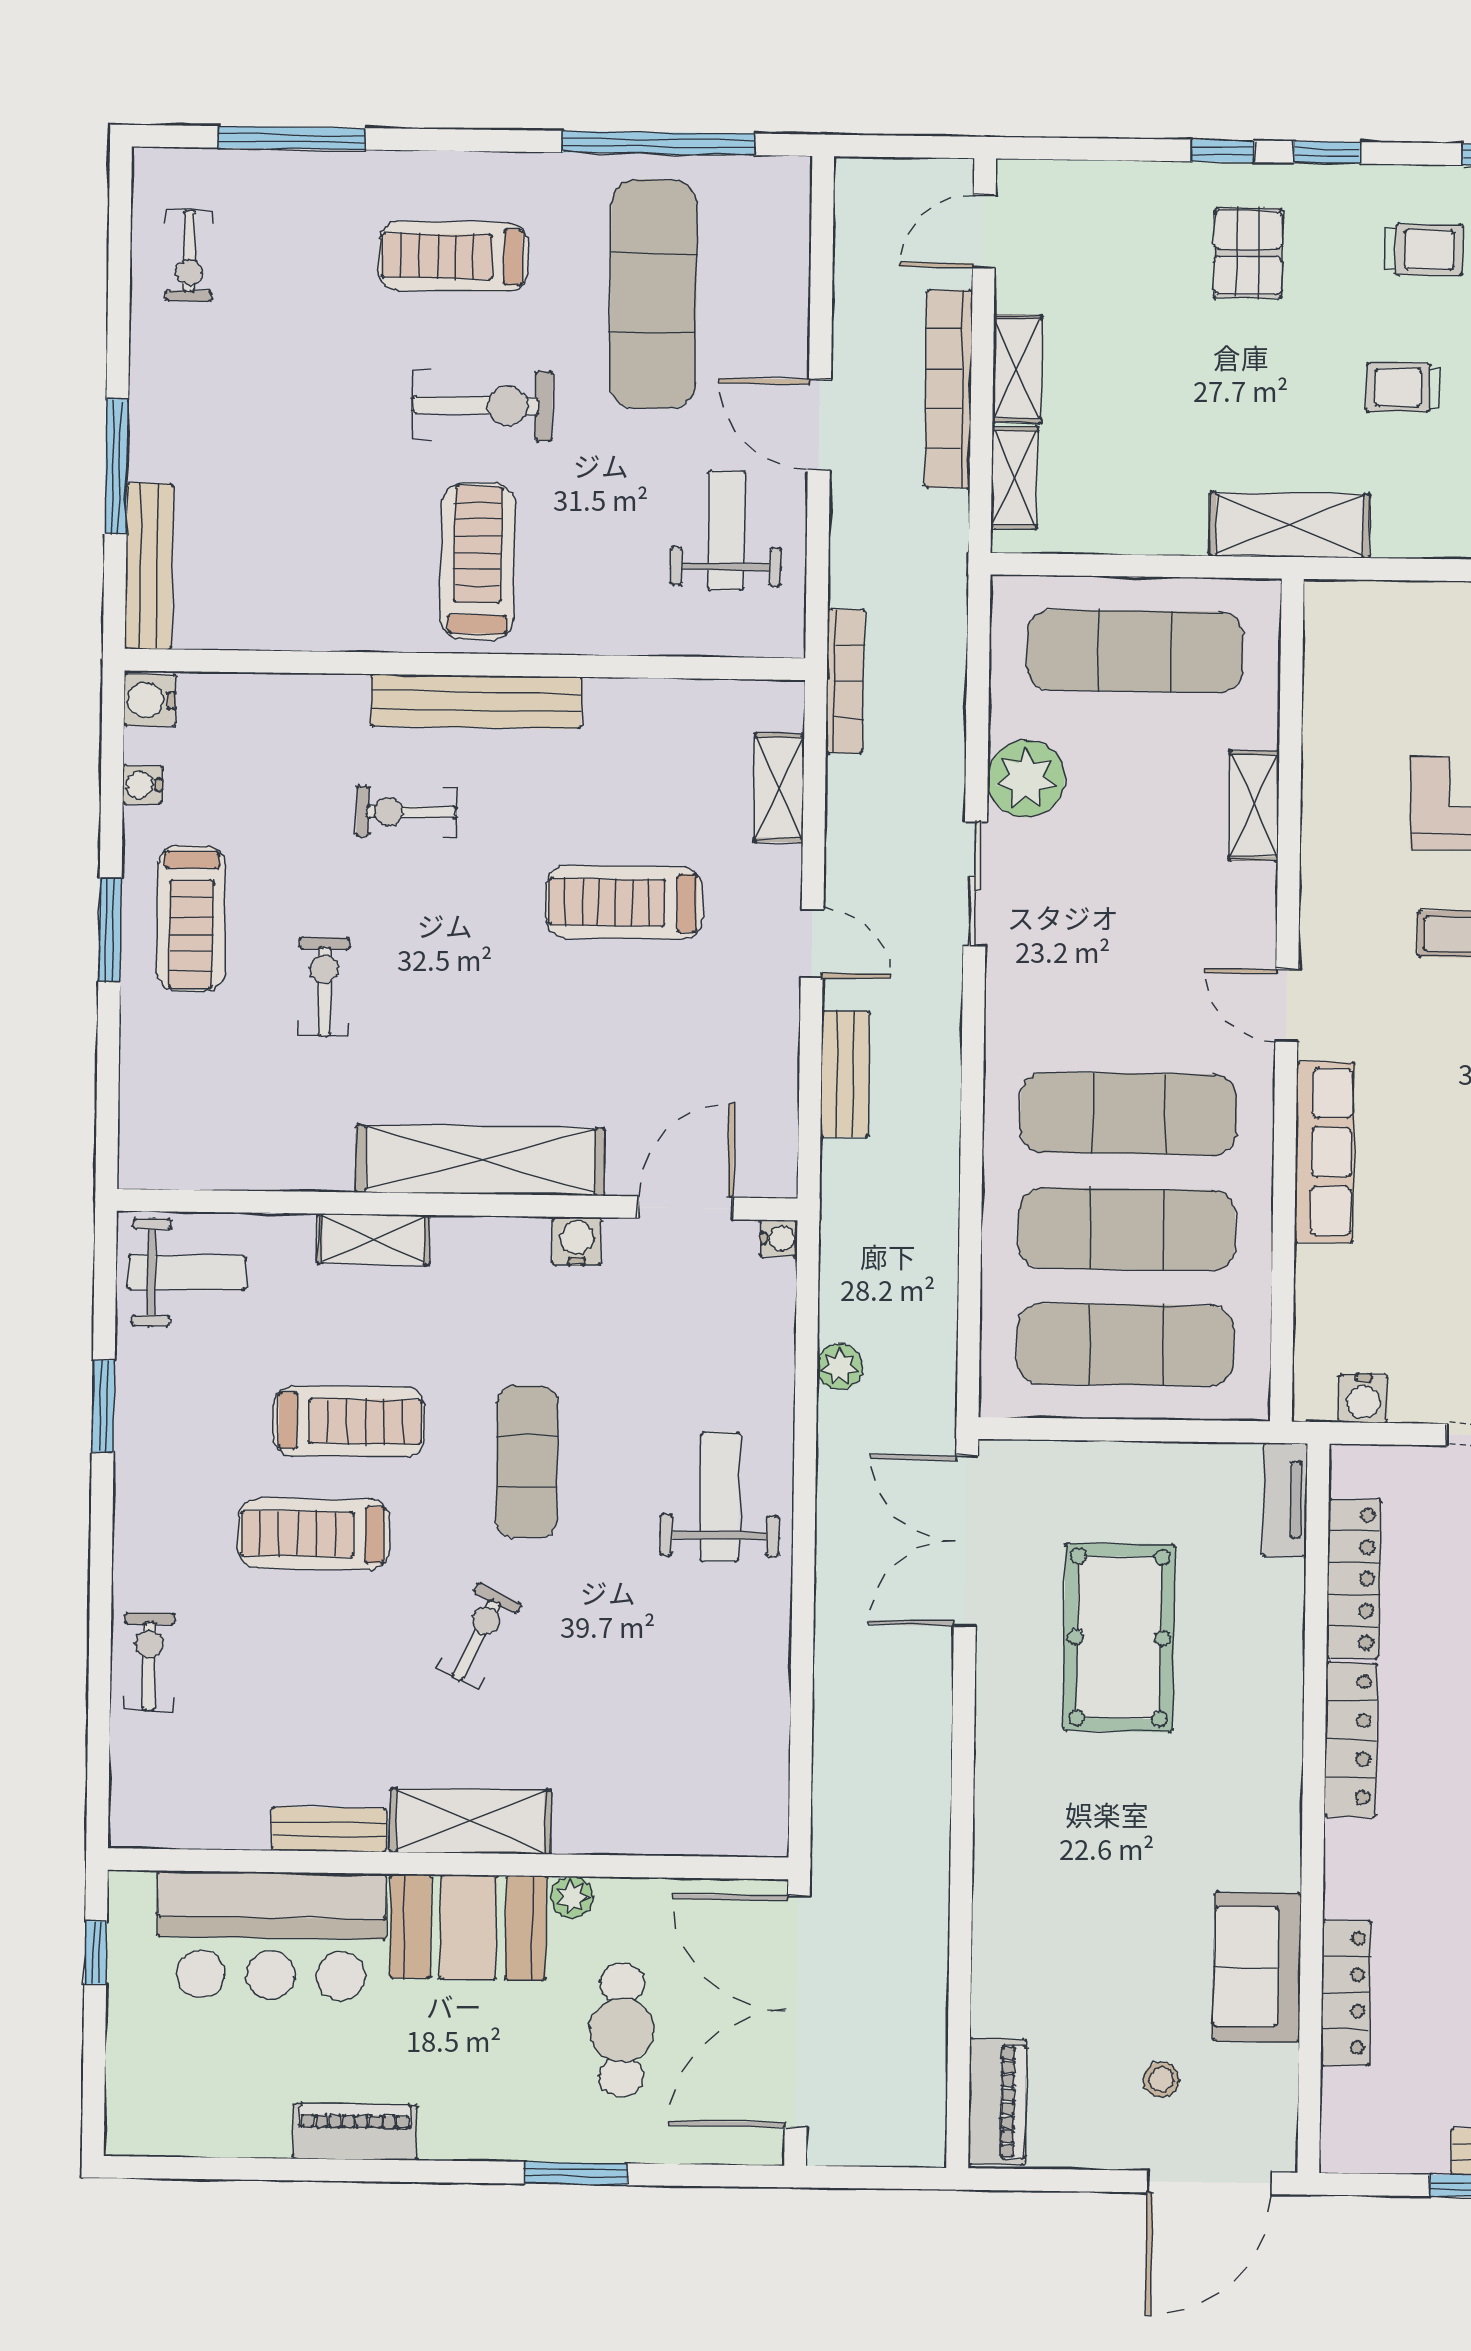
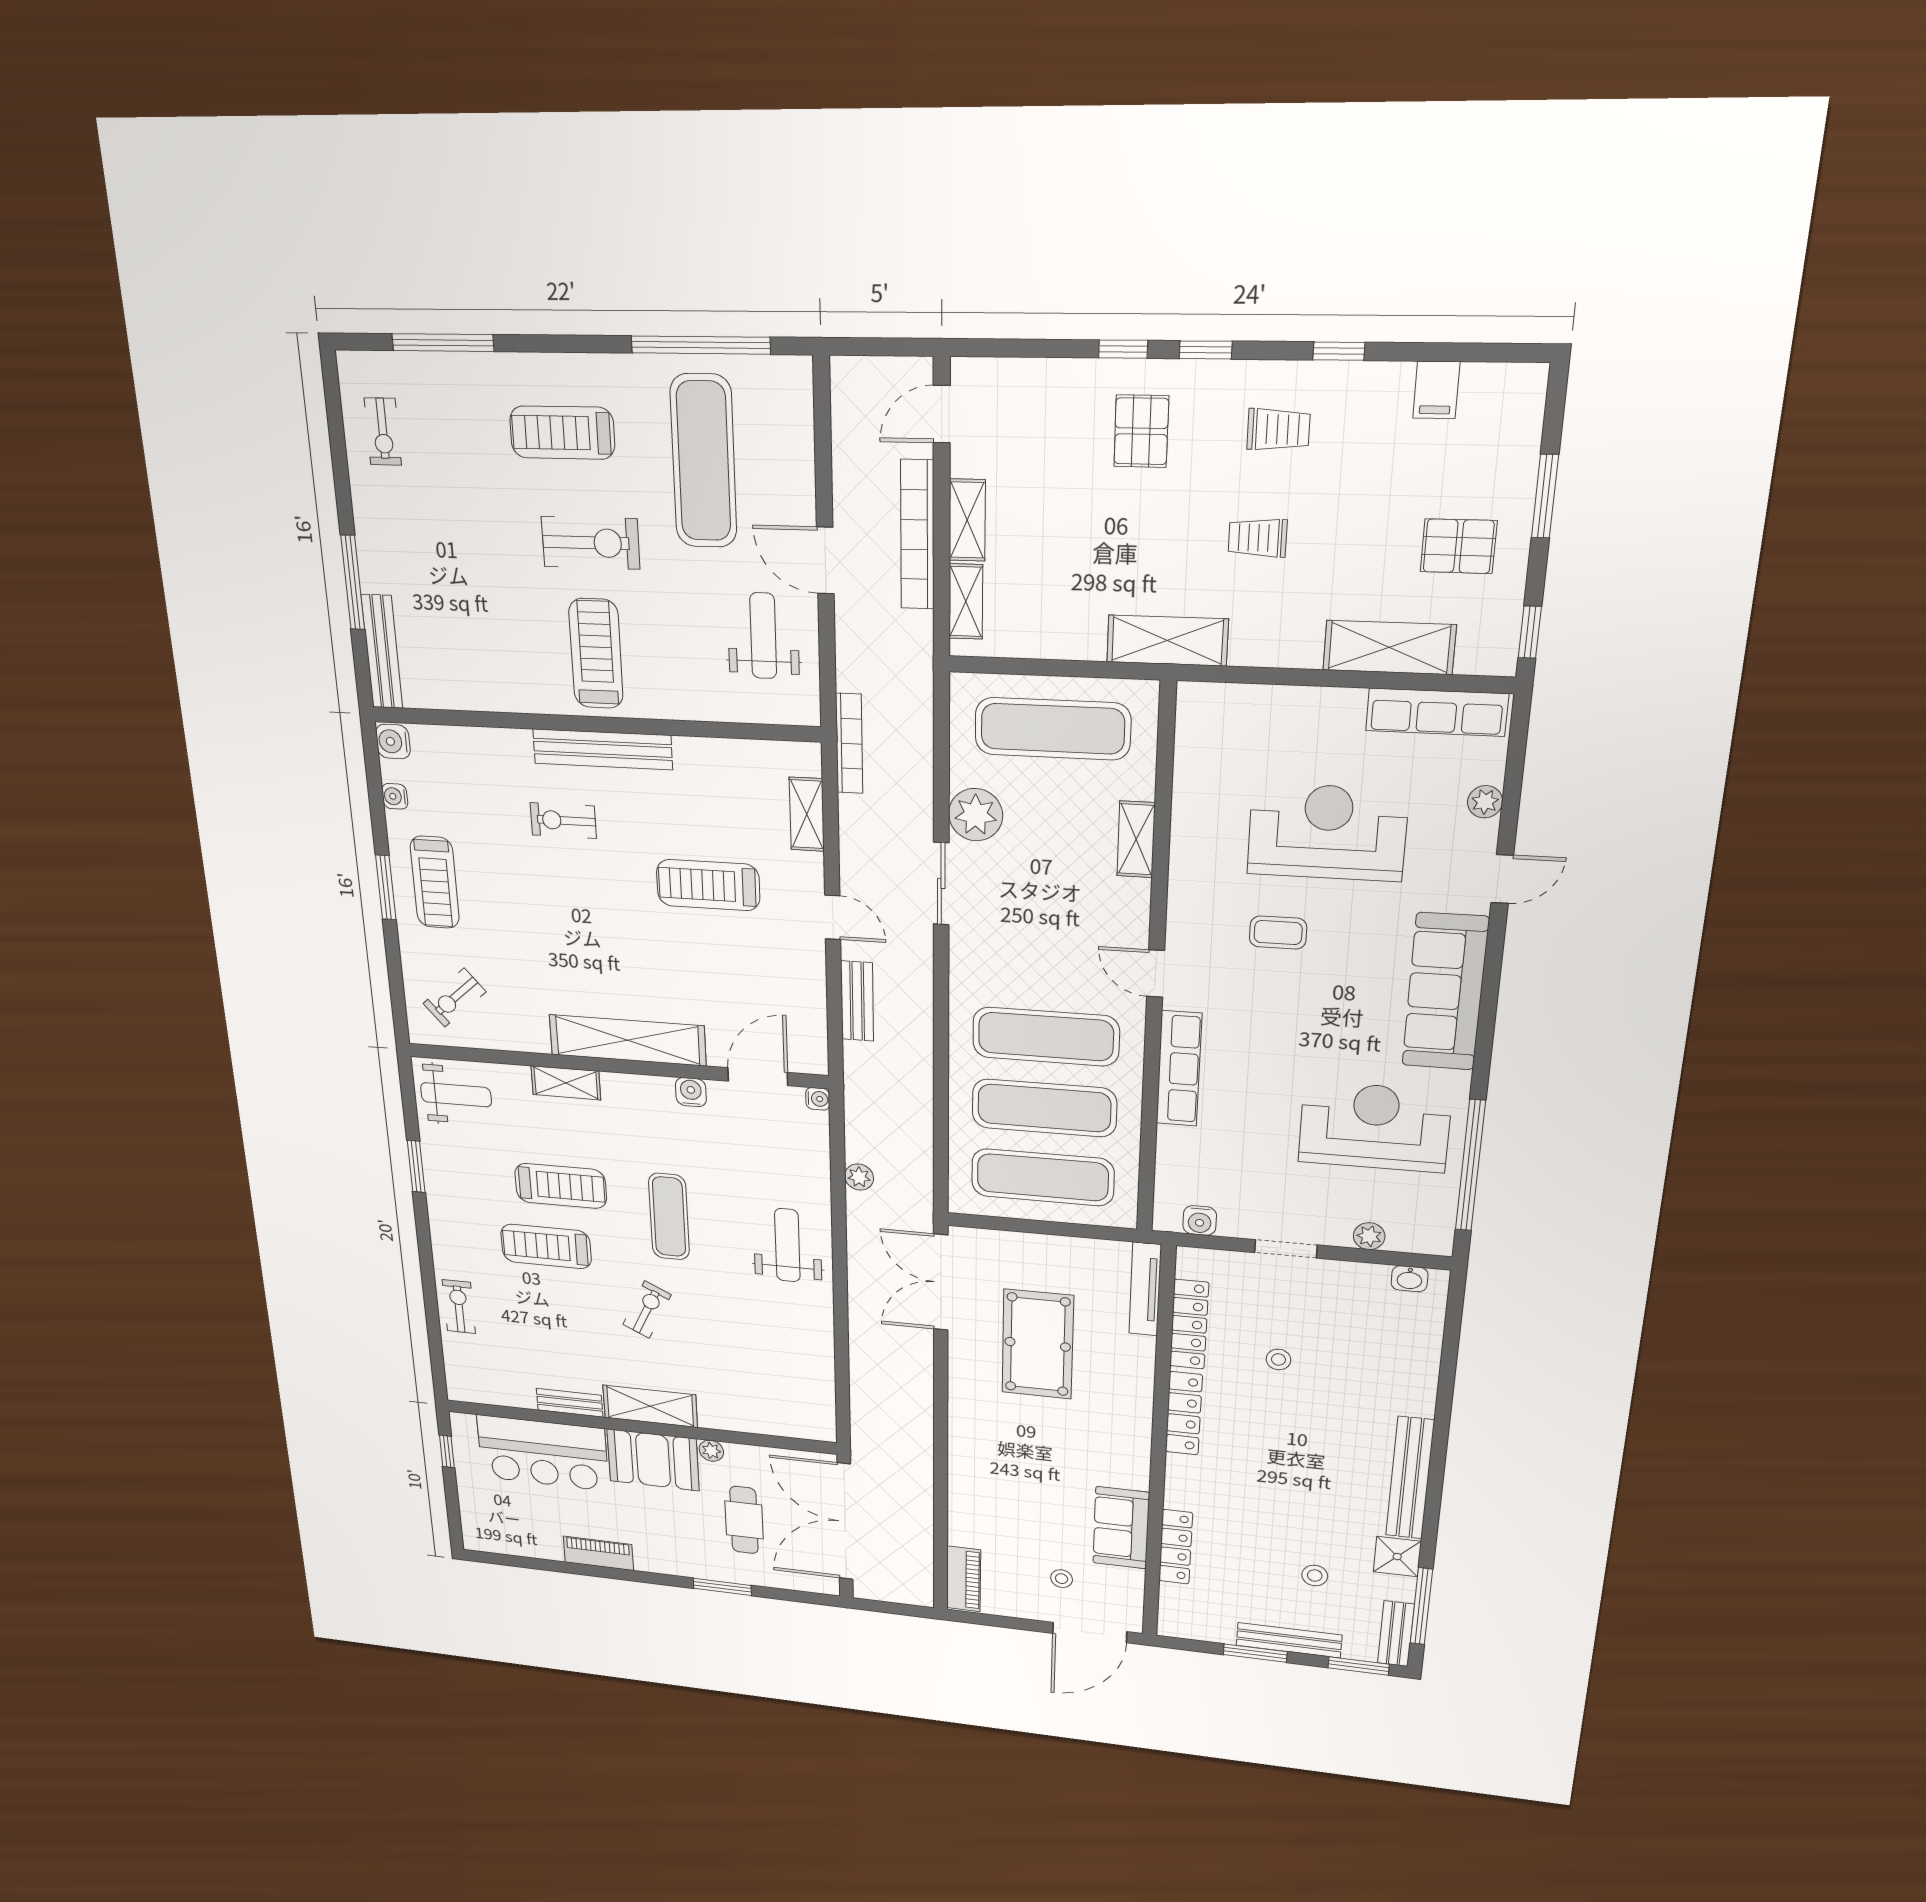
exercise bike: (324, 987) -> (454, 998), moved, turned -131
tv unit: (1285, 1500) -> (1145, 1289), width x1.41

